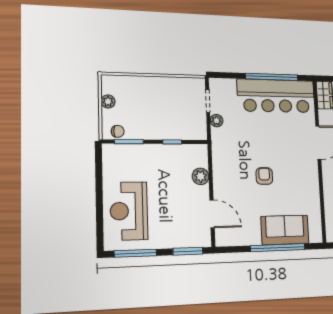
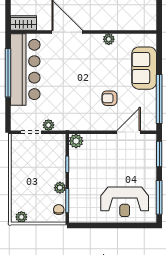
plant: (108, 101) -> (21, 217), moved
plant: (144, 133) -> (60, 188), added
plant: (201, 176) -> (76, 141), moved
armchair: (264, 176) -> (109, 98), moved
plant: (314, 189) -> (109, 39), added
window: (278, 248) -> (159, 99), moved

